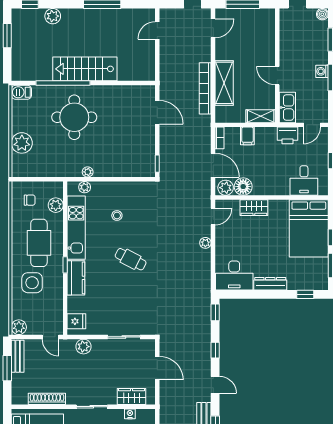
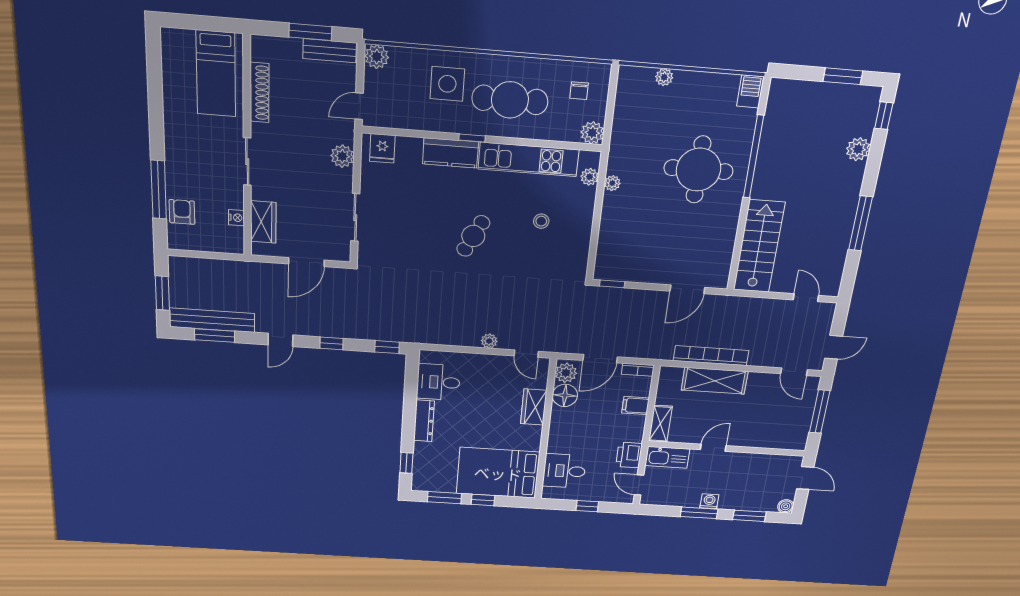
stairs: (85, 69) -> (759, 246), moved
plant: (22, 143) -> (664, 77), width x0.53, depth x0.53
plant: (56, 205) -> (592, 133), moved
desk: (234, 276) -> (438, 382), width x0.73

